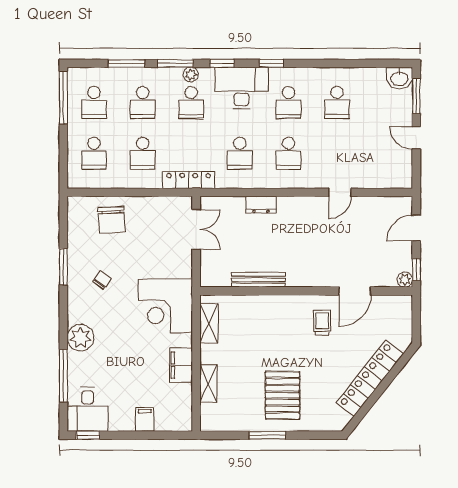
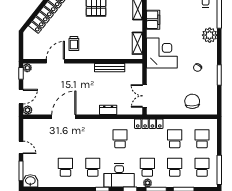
school desk: (288, 153) -> (93, 139), removed
door: (340, 192) -> (64, 117), width x1.87
plant: (404, 204) -> (28, 110), added

